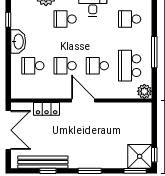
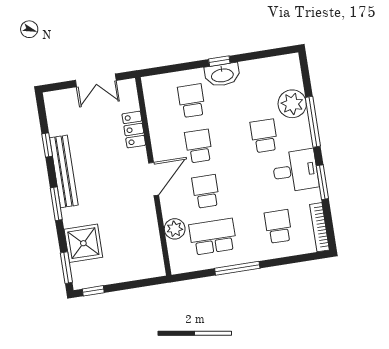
window: (8, 20) -> (219, 61), moved
plant: (144, 91) -> (175, 229), moved
double door: (8, 130) -> (96, 80), width x0.73
shower: (140, 156) -> (83, 243), moved
bench: (43, 162) -> (64, 171), moved

